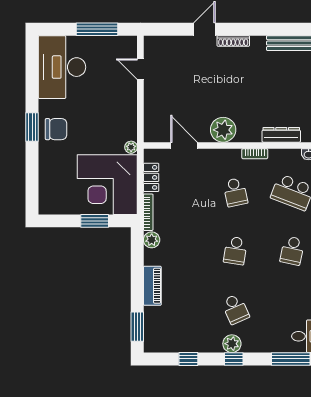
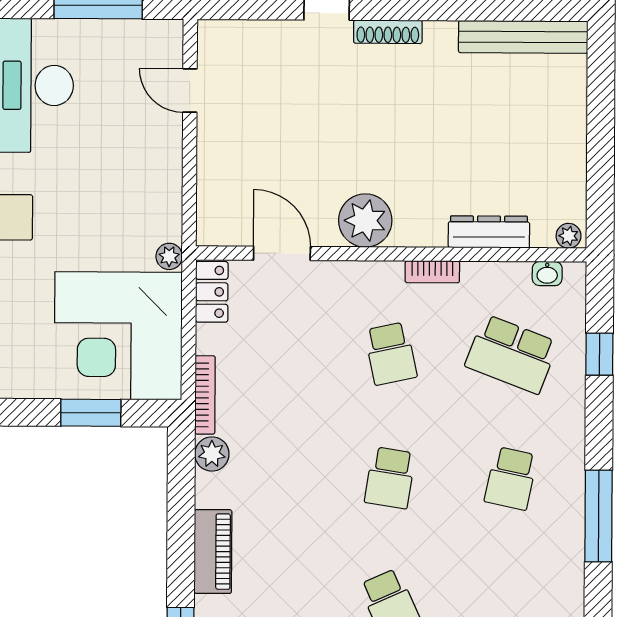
locker: (151, 177) -> (212, 292), moved

